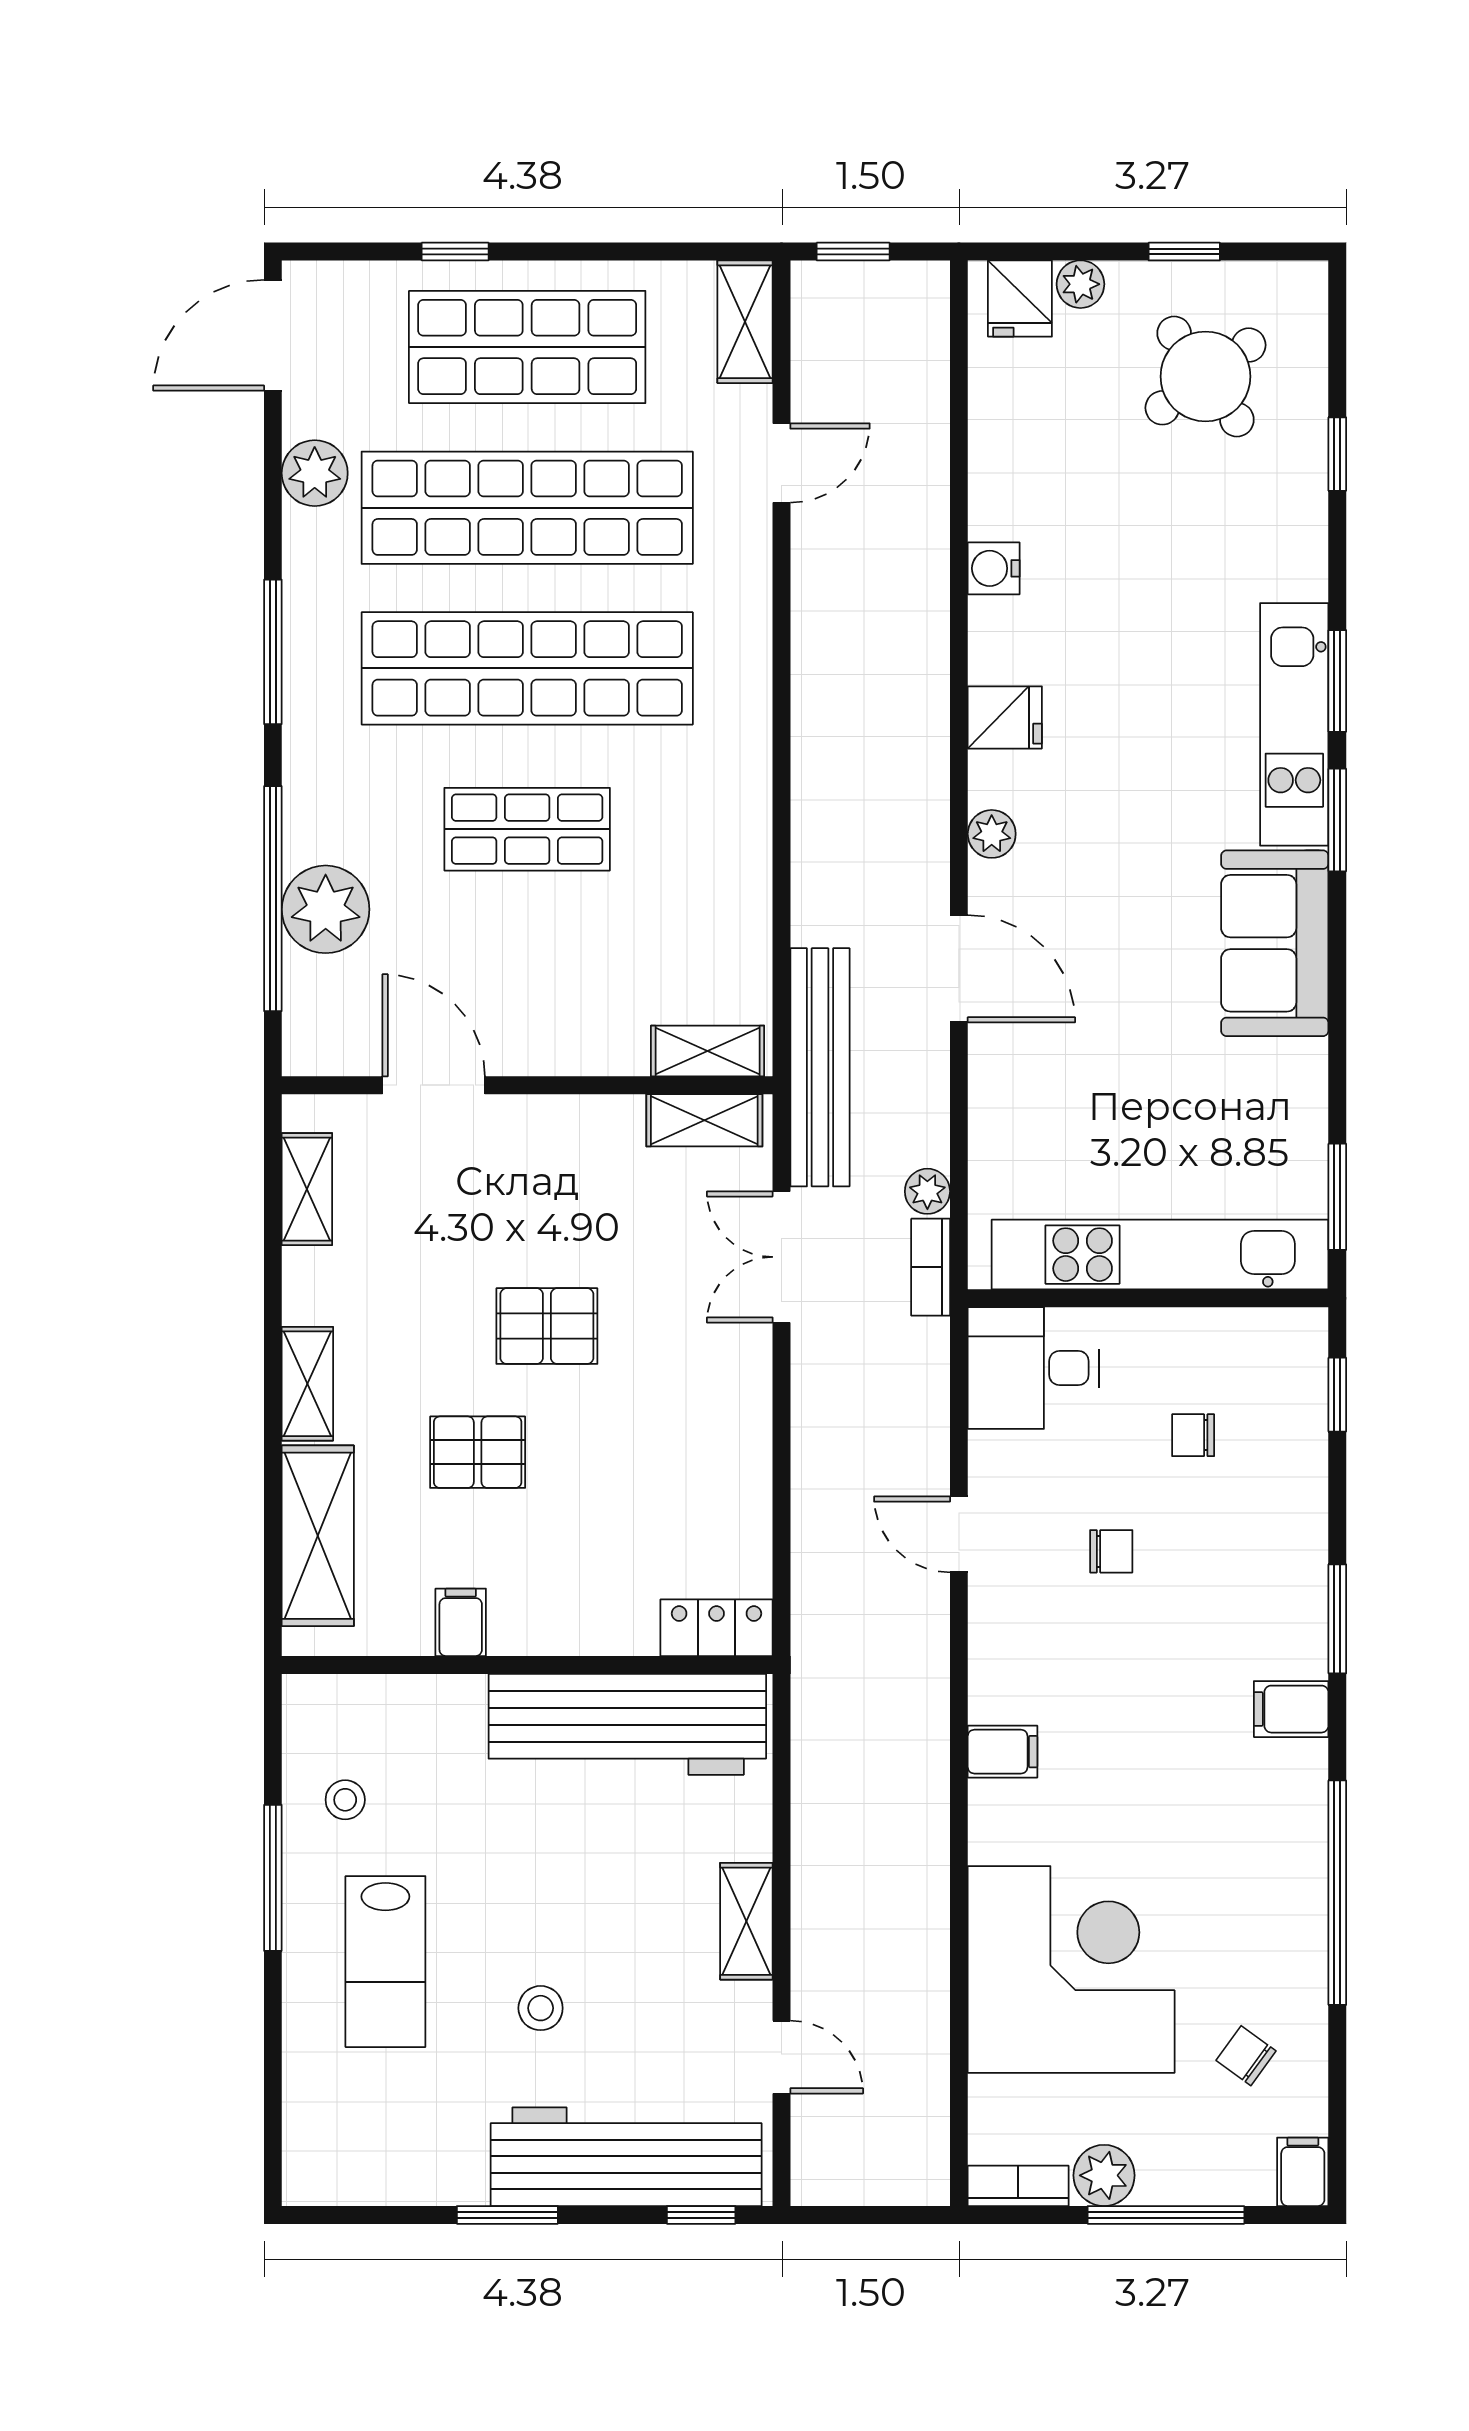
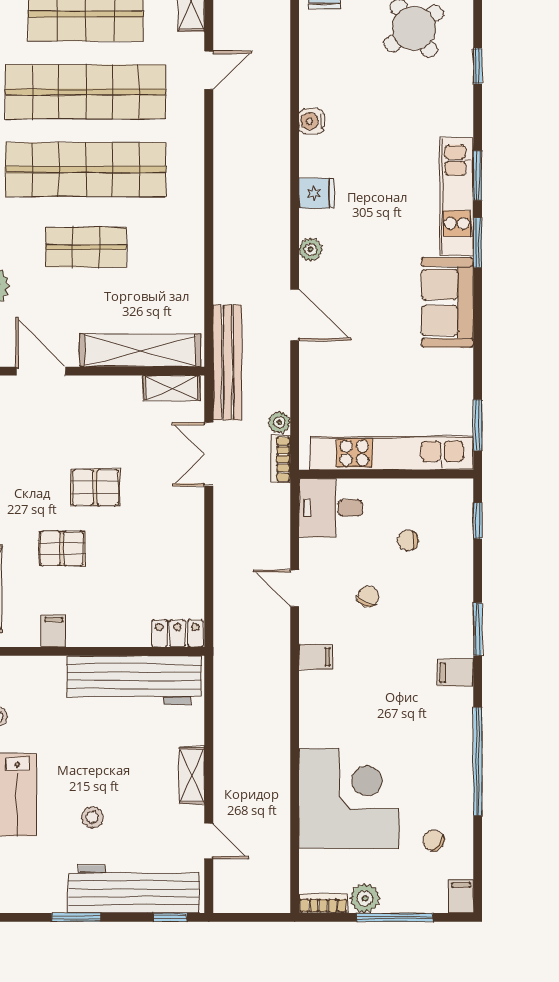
shelving: (708, 1051) -> (140, 350), width x2.20, depth x1.33
chair: (1111, 1551) -> (368, 596), turned -62
filing cabinet: (1003, 1752) -> (316, 657), moved

